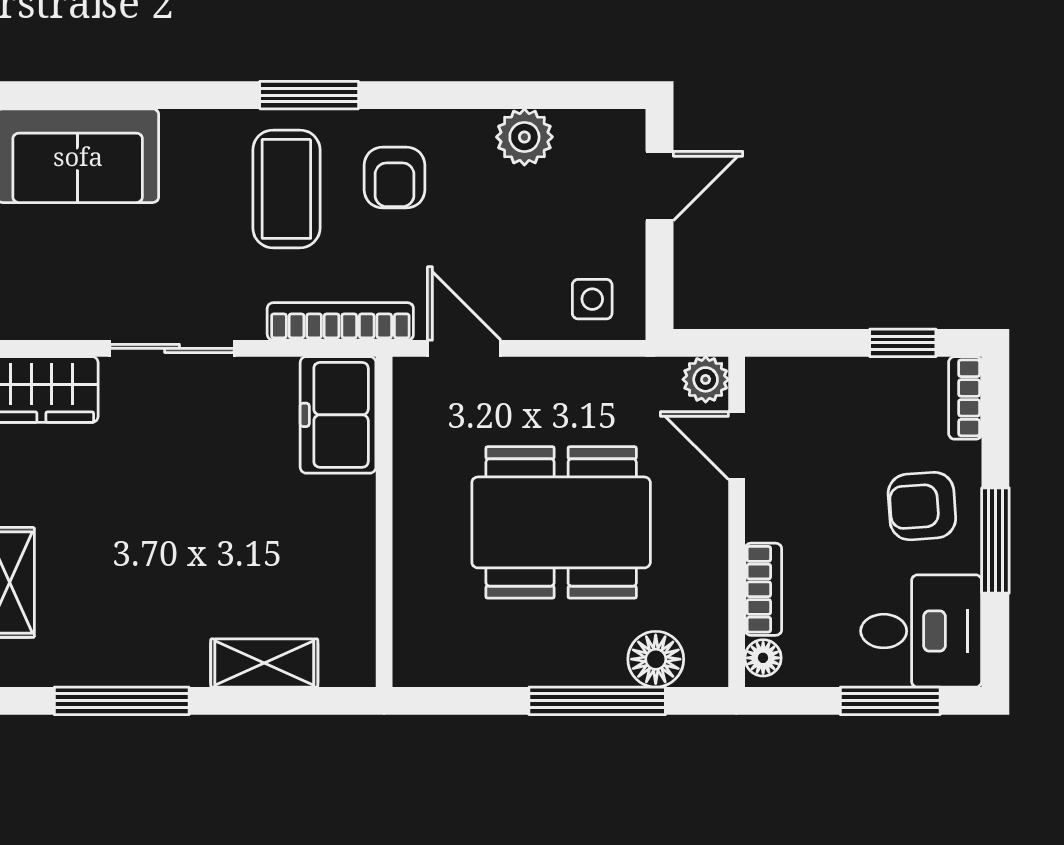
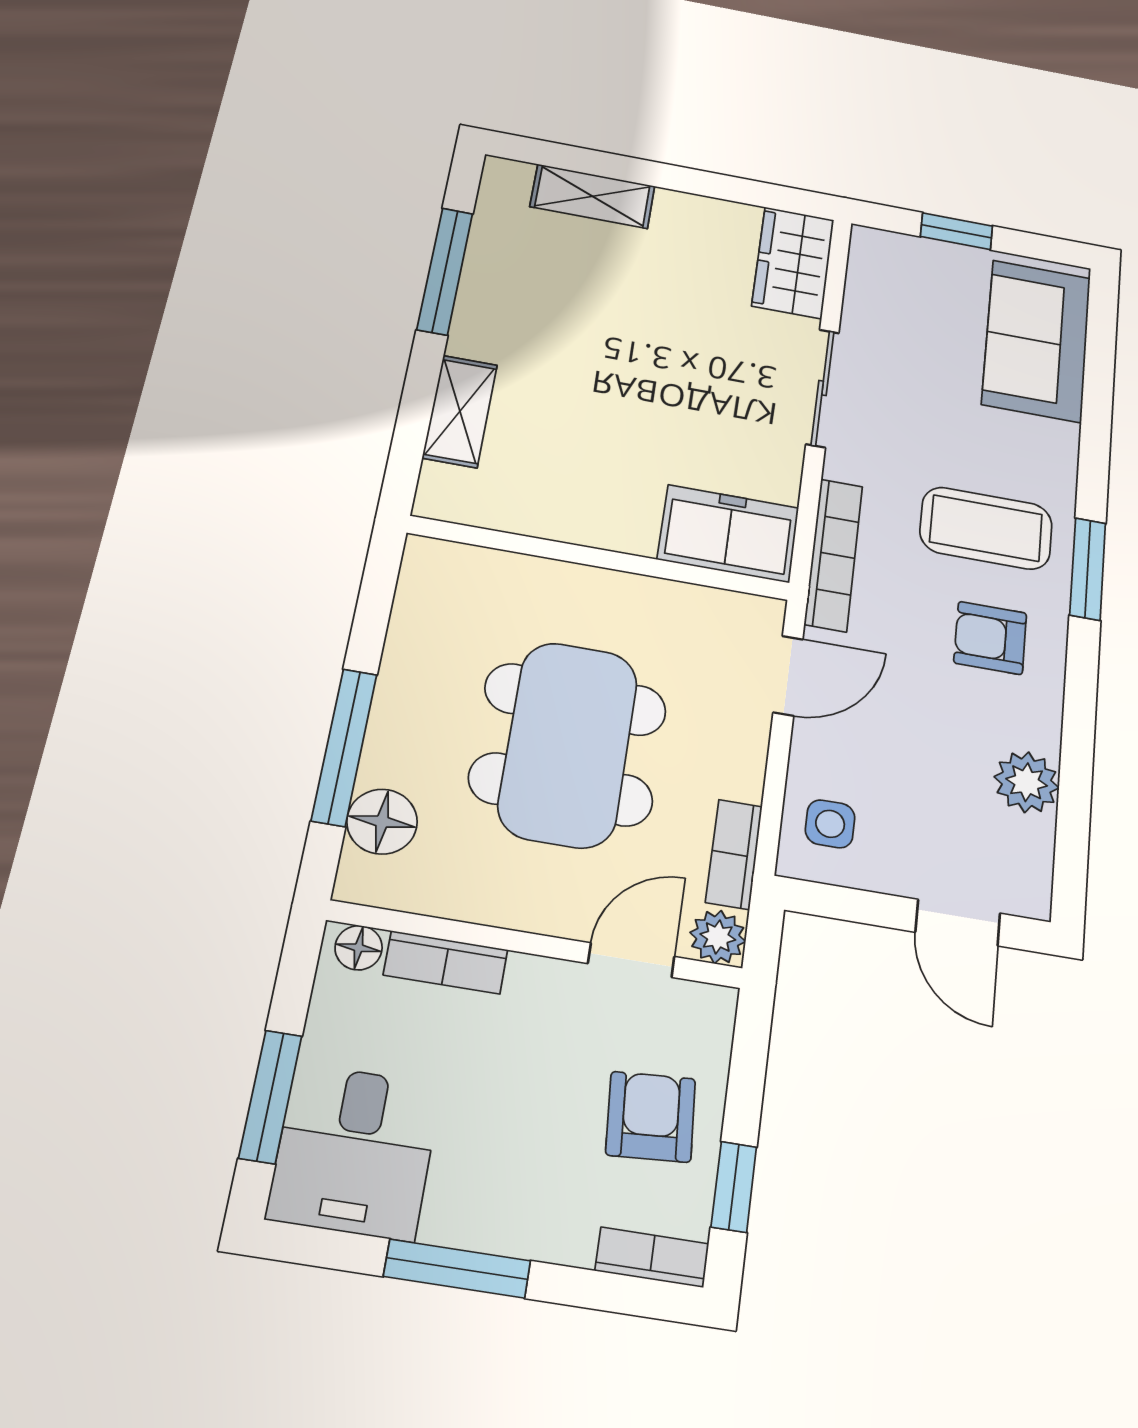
bookcase: (633, 375) -> (734, 854), added
armchair: (922, 506) -> (651, 1117), moved

